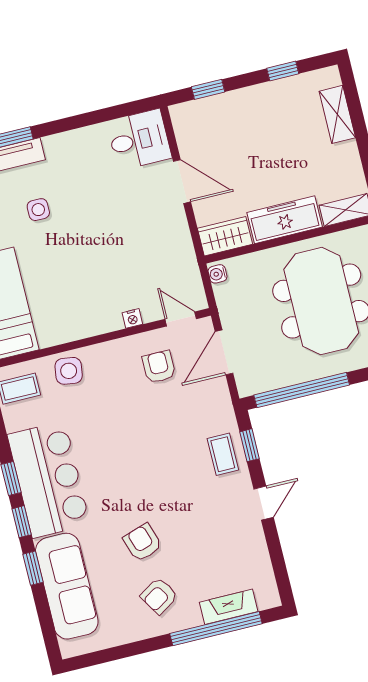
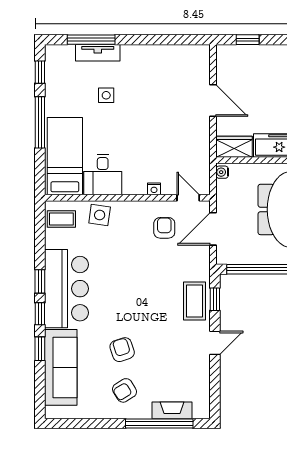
desk: (139, 140) -> (103, 175), moved, turned 90
coffee table: (223, 454) -> (195, 301), width x1.36, depth x1.30

